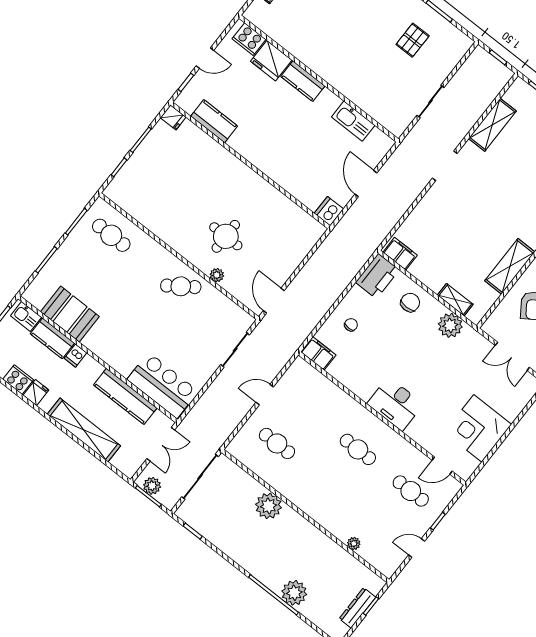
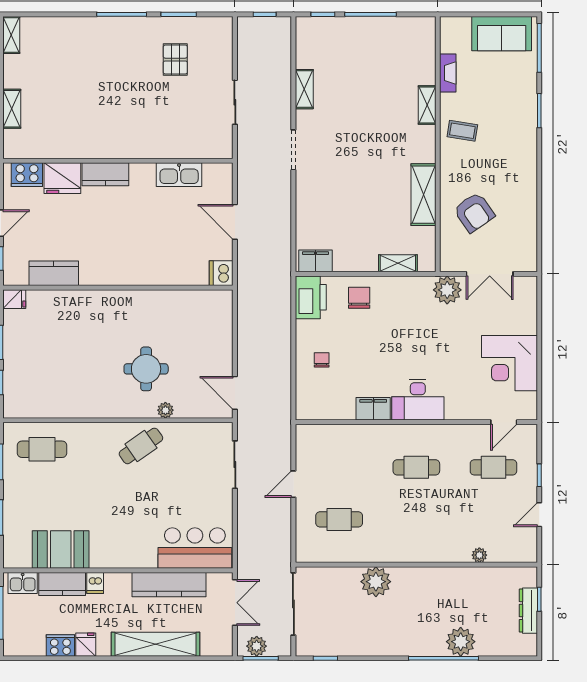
shelving: (492, 125) -> (304, 89), width x0.67, depth x0.75
plant: (450, 325) -> (447, 290), moved
filing cabinet: (318, 353) -> (373, 409), moved

